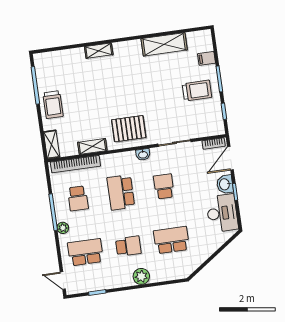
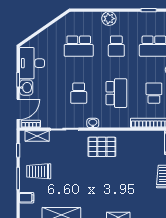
shelving: (92, 146) -> (37, 136), moved
school desk: (128, 246) -> (116, 46), turned -90

